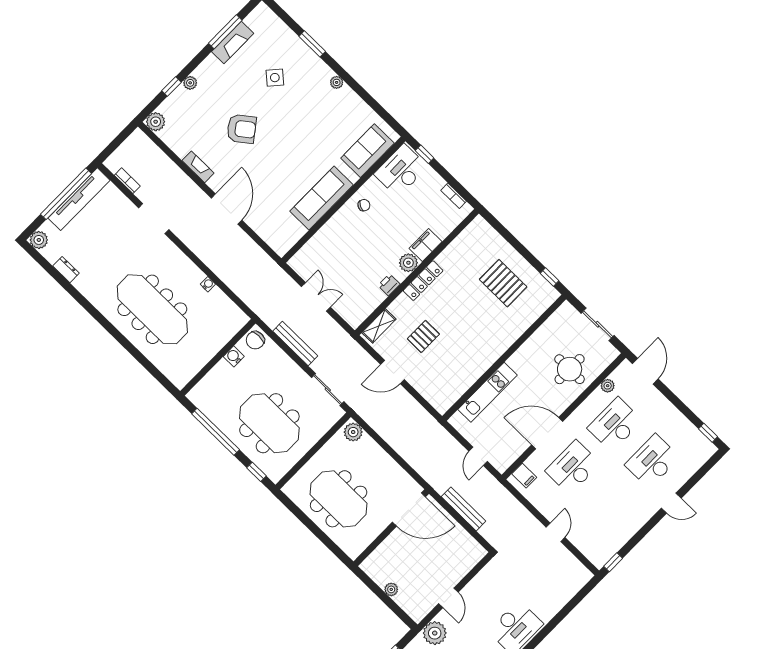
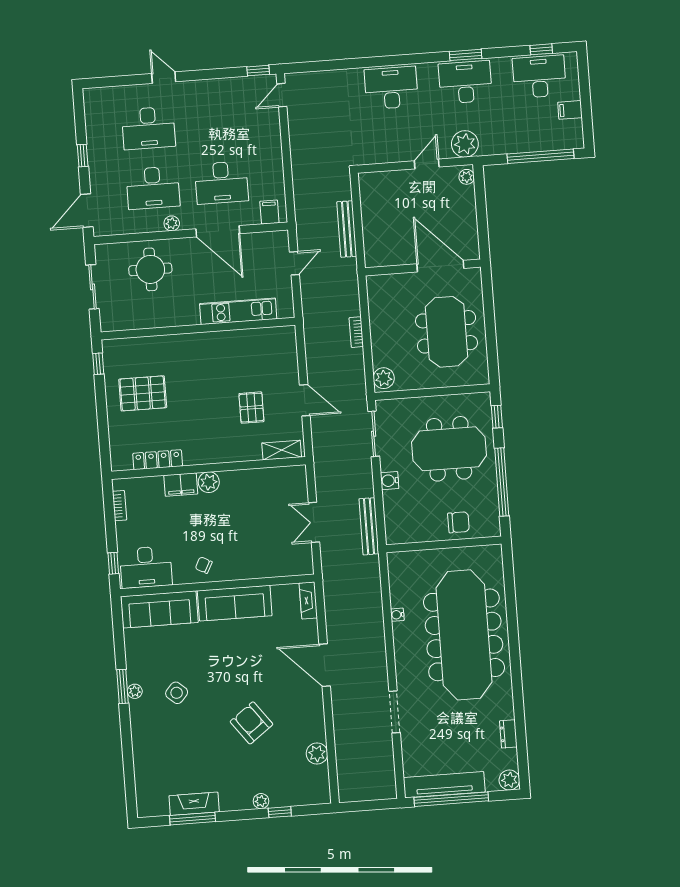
window: (312, 44) -> (123, 686), moved
side table: (275, 78) -> (177, 693), moved
plant: (156, 122) -> (317, 754), moved
sofa: (367, 151) -> (160, 609), width x1.36
fireplace: (198, 167) -> (308, 600), moved
bookcase: (127, 181) -> (356, 332), moved
door: (227, 209) -> (325, 665), hinge flipped
locker: (423, 281) -> (158, 460), moved
pallet: (503, 283) -> (143, 393), turned 90
printer: (389, 285) -> (242, 478), removed
meeting table: (152, 309) -> (464, 635), width x1.36, depth x1.27
pallet: (423, 336) -> (251, 408), turned 90
chair: (255, 340) -> (458, 522), moved
bench: (295, 343) -> (369, 526), moved
water cooler: (234, 356) -> (390, 481), moved, turned 90
plant: (608, 386) -> (172, 223), moved
meeting table: (269, 423) -> (449, 449), turned 90
window: (708, 433) -> (83, 156), moved
door: (409, 510) -> (440, 266), moved
door: (556, 532) -> (282, 95), moved
plant: (391, 589) -> (467, 177), moved

